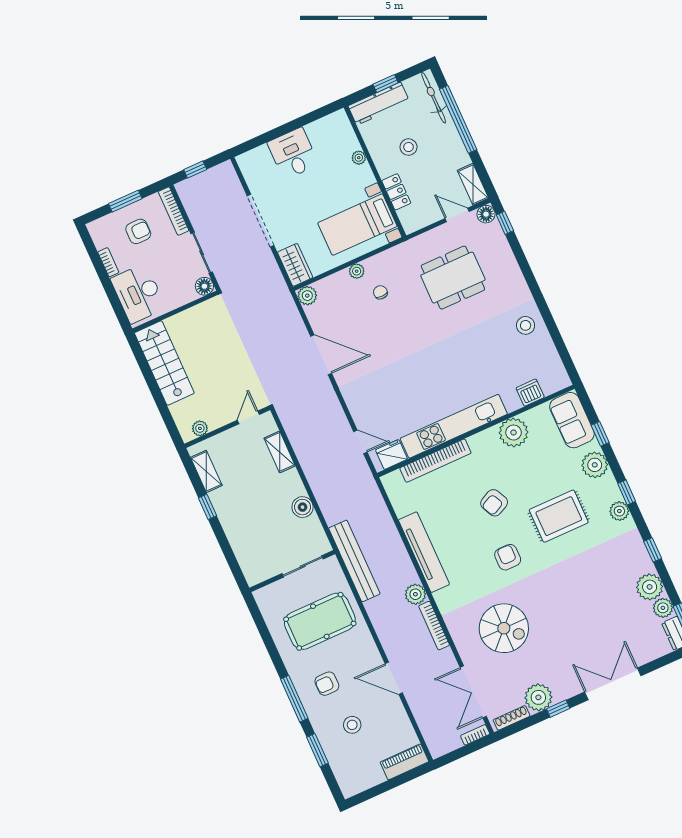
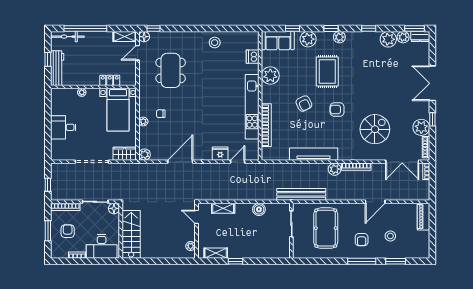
stool: (409, 147) -> (88, 62), removed
stairs: (164, 363) -> (131, 234), moved, turned 90
fridge: (391, 454) -> (220, 154), moved, turned 90

